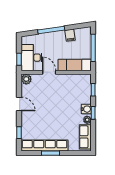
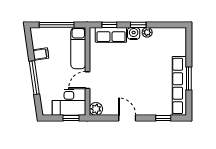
door: (19, 104) -> (127, 118), hinge flipped
row of seats: (85, 137) -> (111, 35), moved

